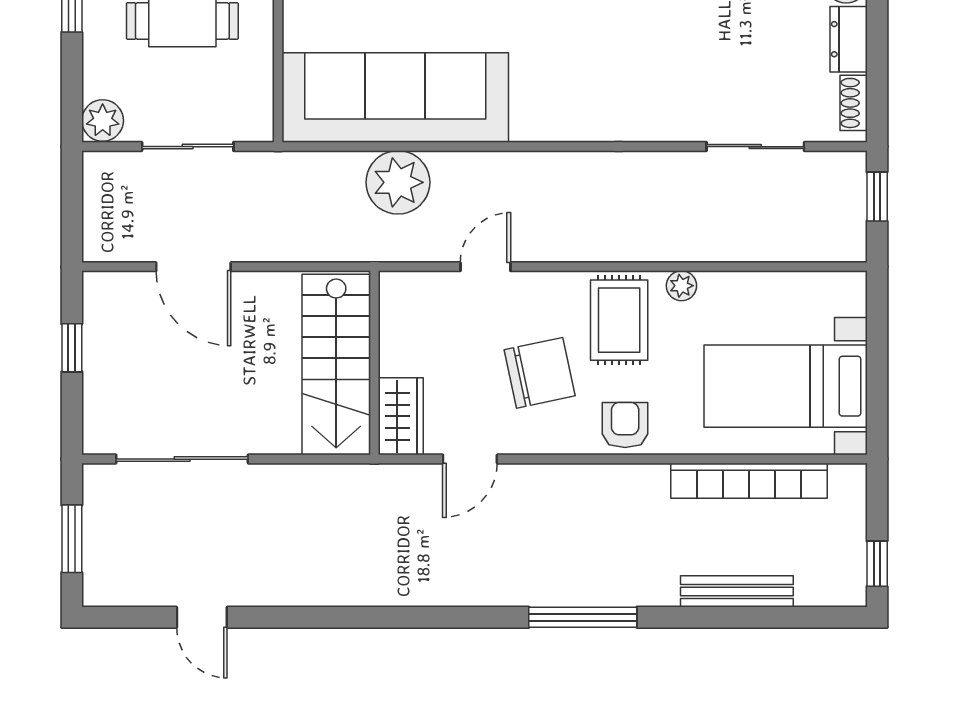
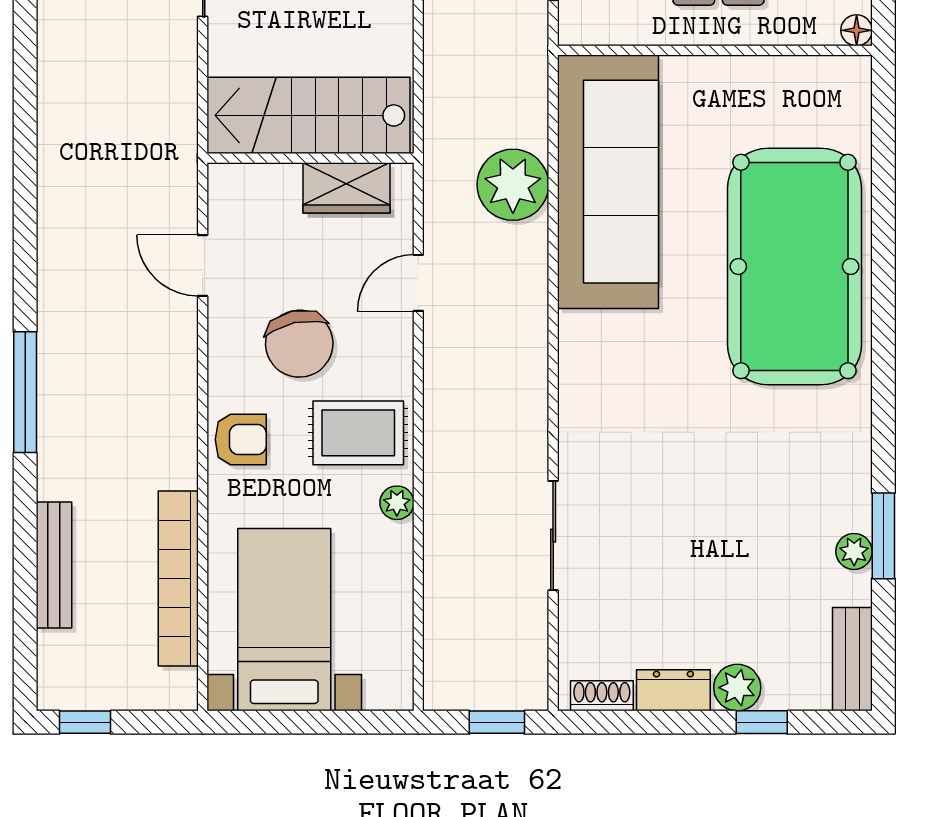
sliding door: (755, 147) -> (553, 536), moved
door: (485, 267) -> (418, 283), swing flipped
wardrobe: (401, 416) -> (347, 188), moved

